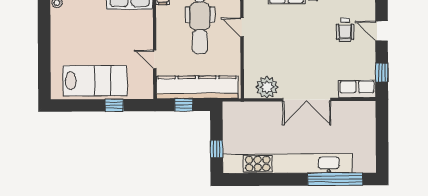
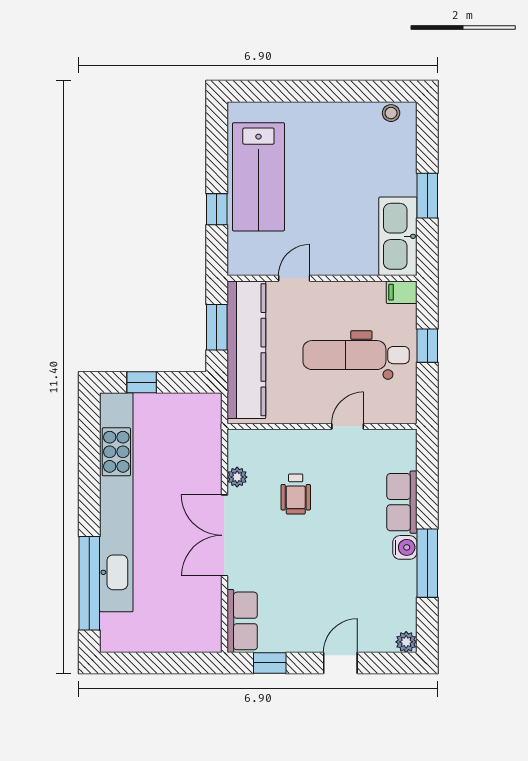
wheelchair: (345, 30) -> (296, 494), moved, turned -90
plant: (267, 87) -> (237, 477), width x0.53, depth x0.53
window: (184, 105) -> (217, 327), width x1.50

